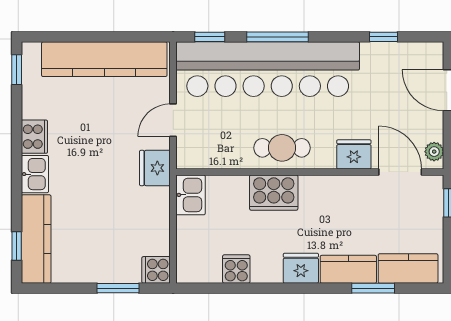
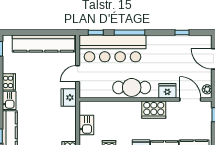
bar counter: (268, 69) -> (112, 48), width x0.73
cafe table: (282, 148) -> (132, 87), width x1.37, depth x1.35
cooker: (274, 193) -> (154, 110), moved
kitchen sink: (190, 195) -> (86, 125), moved

